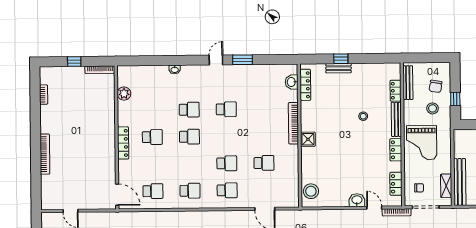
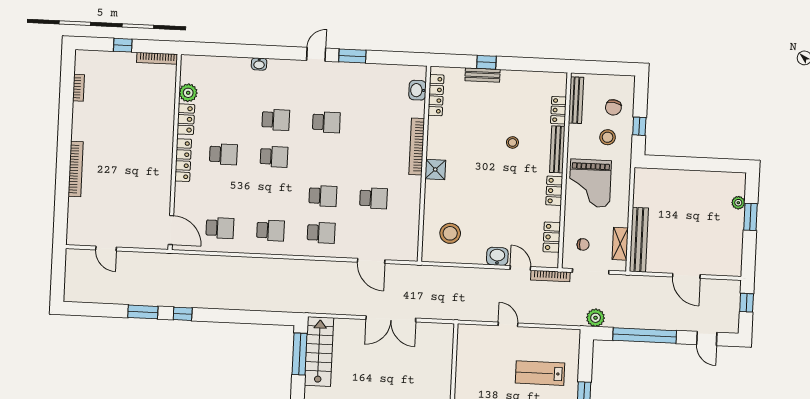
locker: (123, 113) -> (186, 119), added
stool: (311, 191) -> (450, 233), moved

